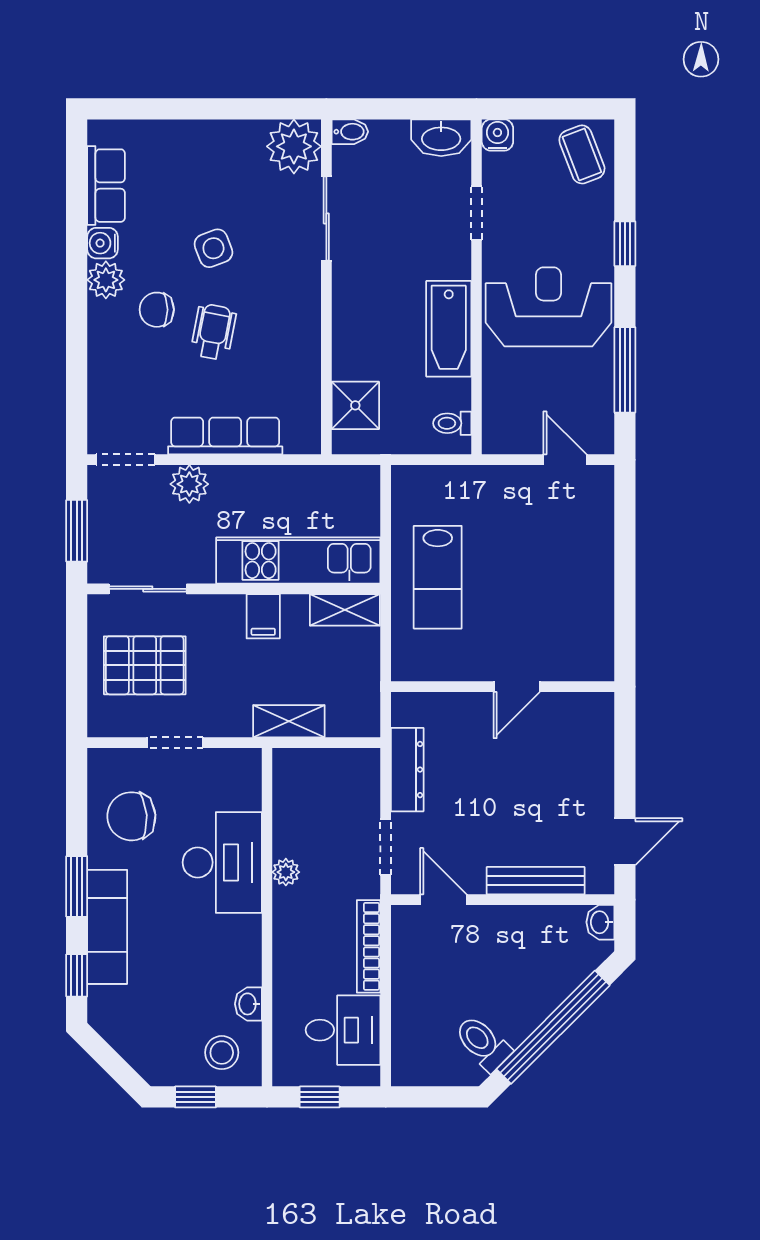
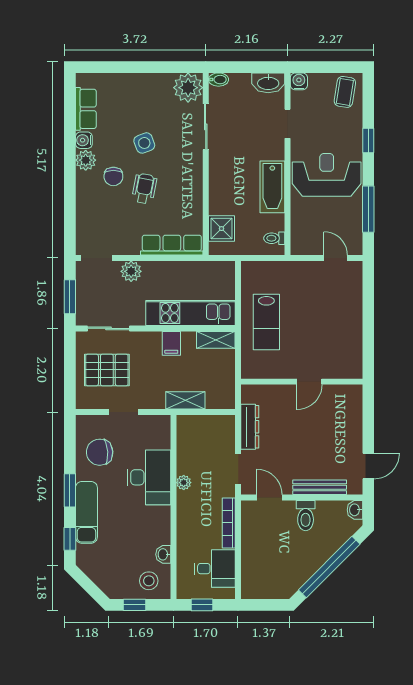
coffee table: (582, 154) -> (345, 92), turned 30
chair: (157, 310) -> (113, 176), turned -90
row of seats: (225, 436) -> (172, 245), moved
toilet: (483, 1043) -> (306, 516), moved, turned -135

